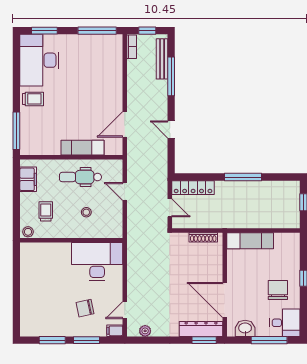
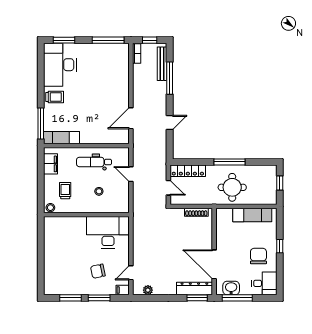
door: (171, 130) -> (170, 122), swing flipped
exam couch: (83, 148) -> (62, 138), moved
round table: (246, 207) -> (232, 187), added
exam couch: (250, 241) -> (252, 215), moved
window: (269, 340) -> (237, 298), moved

